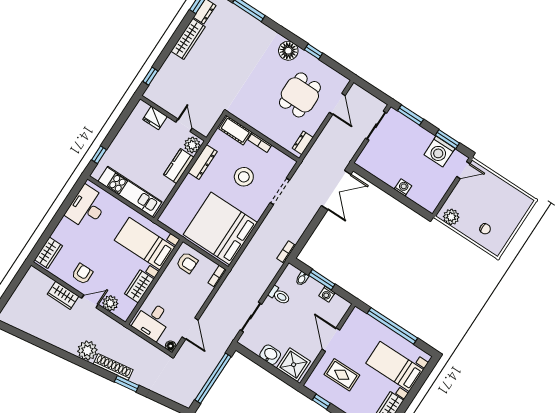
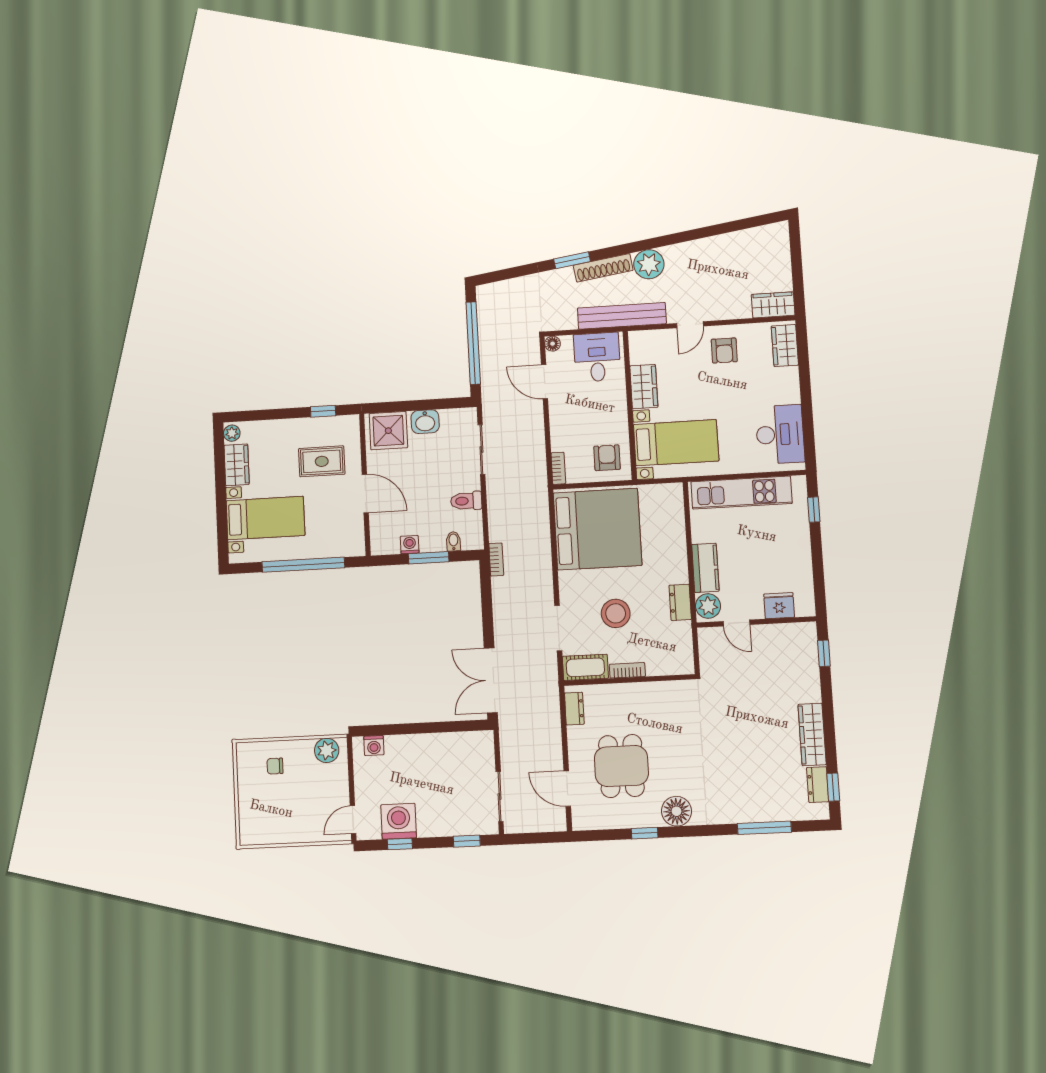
window: (411, 115) -> (467, 841), width x0.67
cot: (235, 130) -> (585, 667), moved
window: (447, 139) -> (400, 844), width x0.67
dresser: (203, 162) -> (680, 602), width x0.70
washing machine: (403, 187) -> (374, 746), moved
armchair: (187, 263) -> (607, 458), turned 90
wardrobe: (63, 295) -> (773, 305), moved
plant: (110, 303) -> (664, 341), removed
bench: (123, 333) -> (622, 316), added

